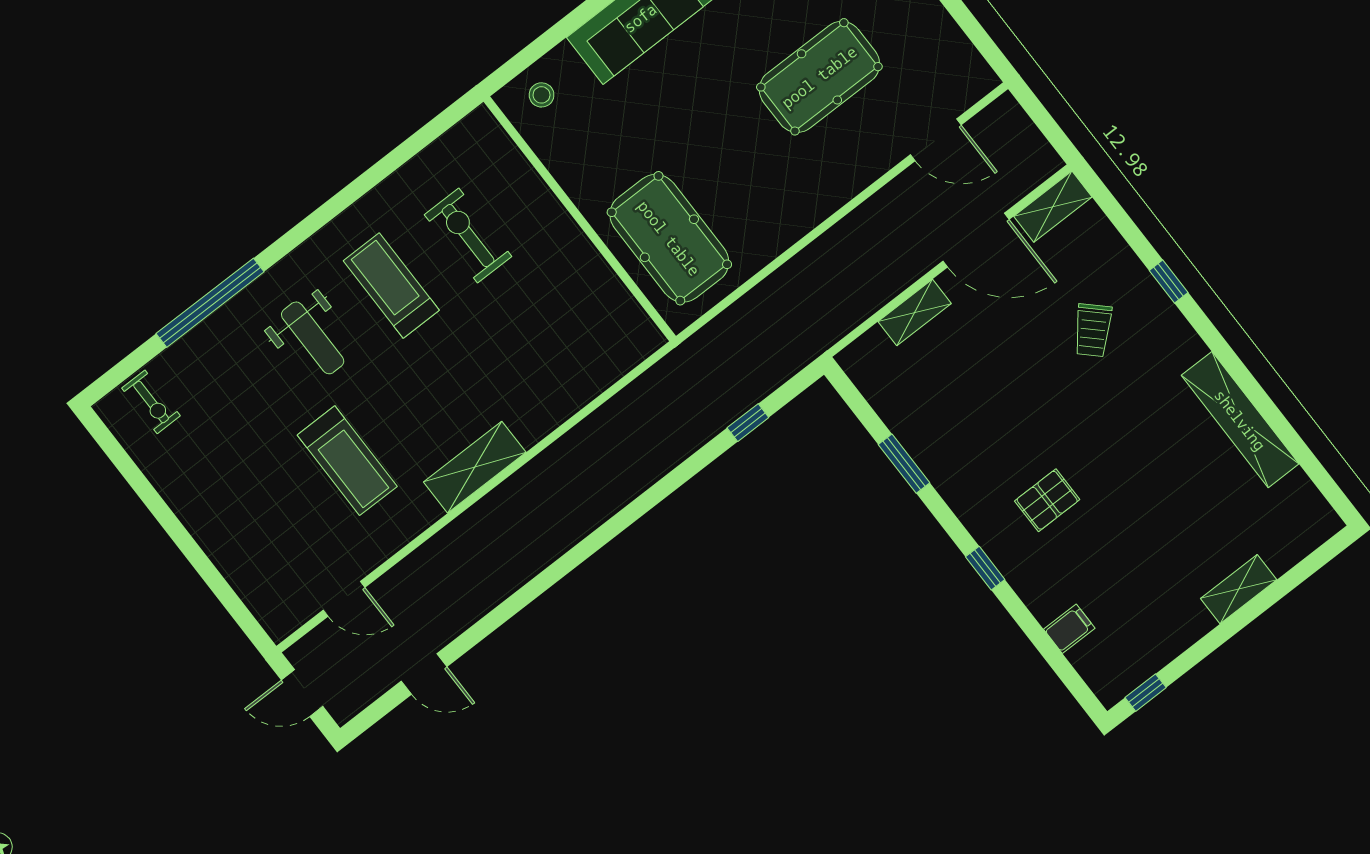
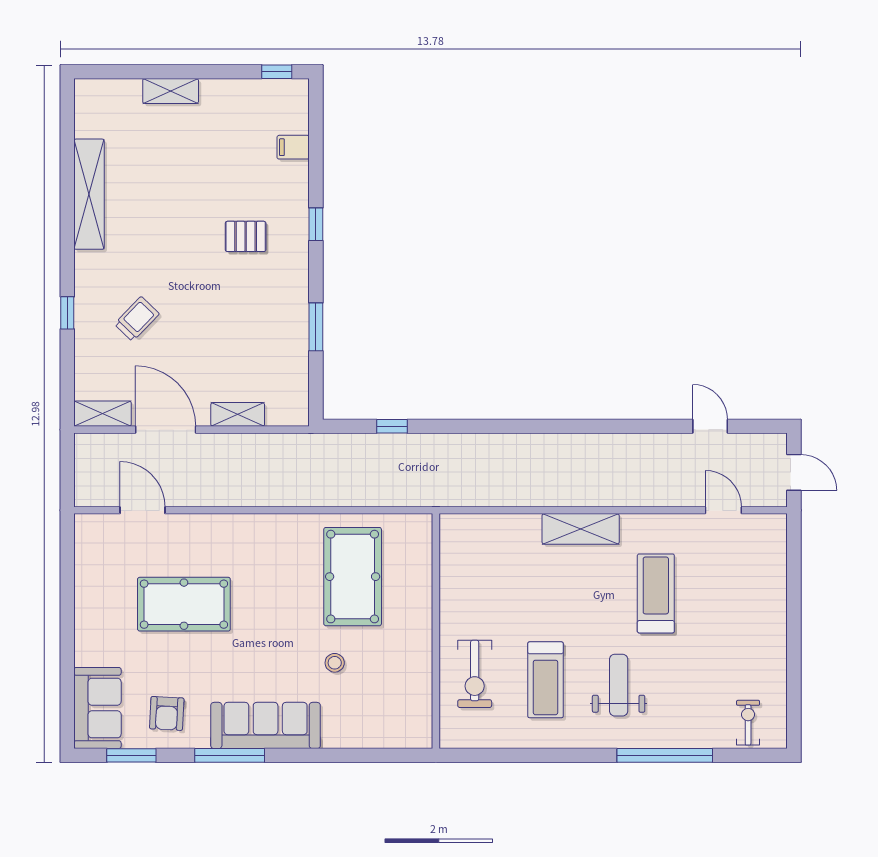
stool: (542, 95) -> (335, 663), moved
wall: (580, 219) -> (436, 631), moved

